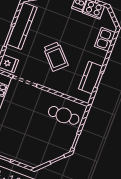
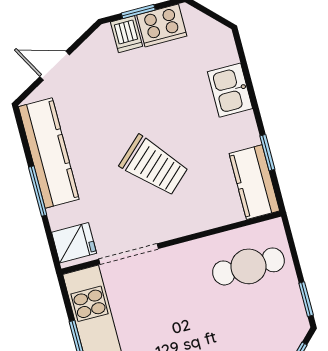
kitchen sink: (105, 39) -> (230, 90), moved
kitchen counter: (90, 78) -> (254, 182), moved

